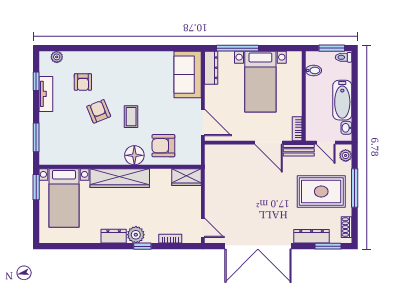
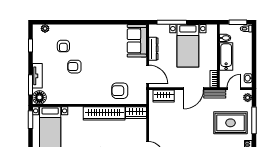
dresser: (211, 68) -> (153, 49), moved
tv unit: (46, 94) -> (37, 76), moved
bathtub: (342, 100) -> (226, 57), moved, turned 180
armchair: (99, 111) -> (74, 67), turned -68
coffee table: (131, 117) -> (97, 70), removed
door: (269, 143) -> (194, 89), hinge flipped
door: (326, 143) -> (234, 89), swing flipped
wardrobe: (226, 153) -> (164, 96), added
floor lamp: (134, 155) -> (39, 97), moved
wardrobe: (120, 178) -> (104, 113), moved

